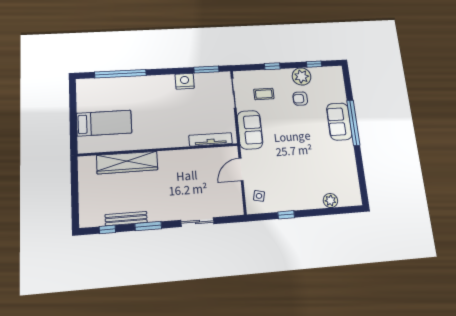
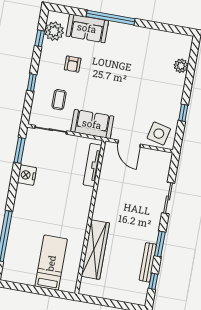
plant: (302, 76) -> (54, 31), moved
sofa: (339, 122) -> (87, 28), moved
side table: (259, 196) -> (159, 134), width x1.87, depth x1.87

